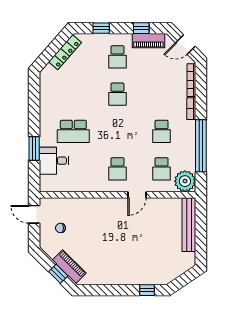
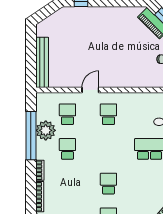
plant: (185, 181) -> (46, 130), moved

